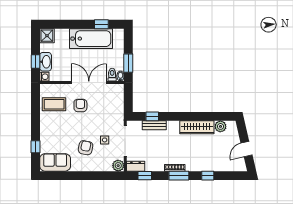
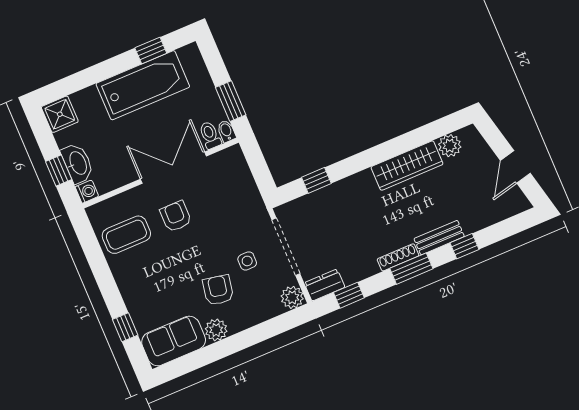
bench: (154, 125) -> (439, 238), moved
plant: (77, 166) -> (216, 330), added

